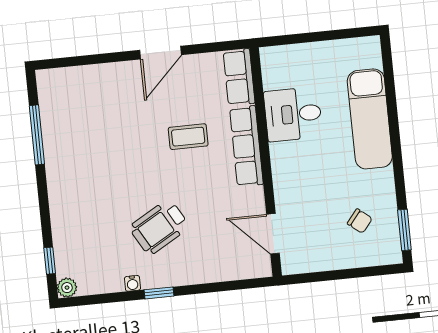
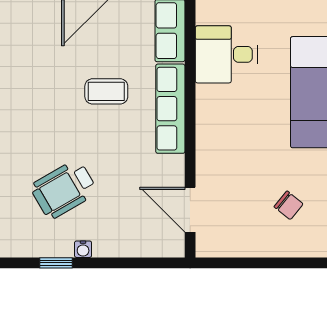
desk: (293, 114) -> (226, 54), moved
water cooler: (132, 283) -> (83, 249), moved

